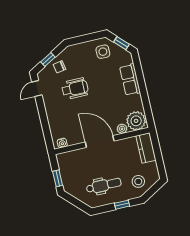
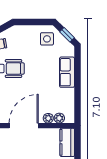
plant: (136, 121) -> (59, 118), width x0.53, depth x0.53
door: (100, 142) -> (24, 126), hinge flipped

